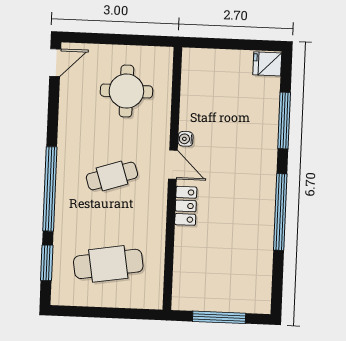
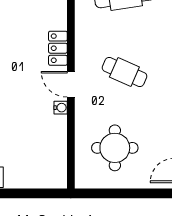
cafe table: (112, 176) -> (124, 72), turned 42

